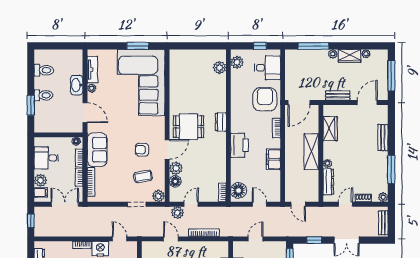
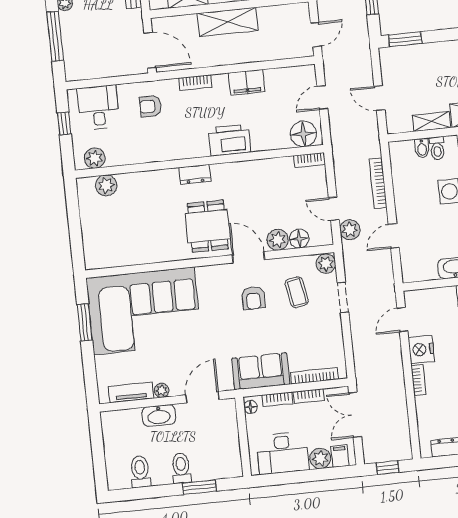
armchair: (265, 99) -> (150, 106), width x0.53, depth x0.53
desk: (46, 158) -> (283, 453), width x1.37

